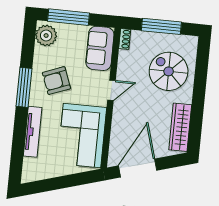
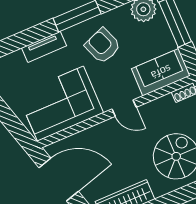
tv unit: (33, 132) -> (44, 47), width x0.71

